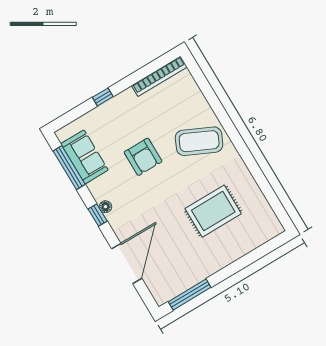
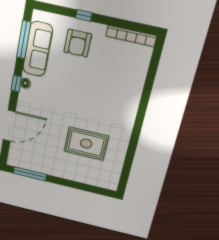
coffee table: (199, 141) -> (117, 98), removed
sofa: (84, 157) -> (38, 49), width x1.36
armchair: (143, 157) -> (78, 43), moved

